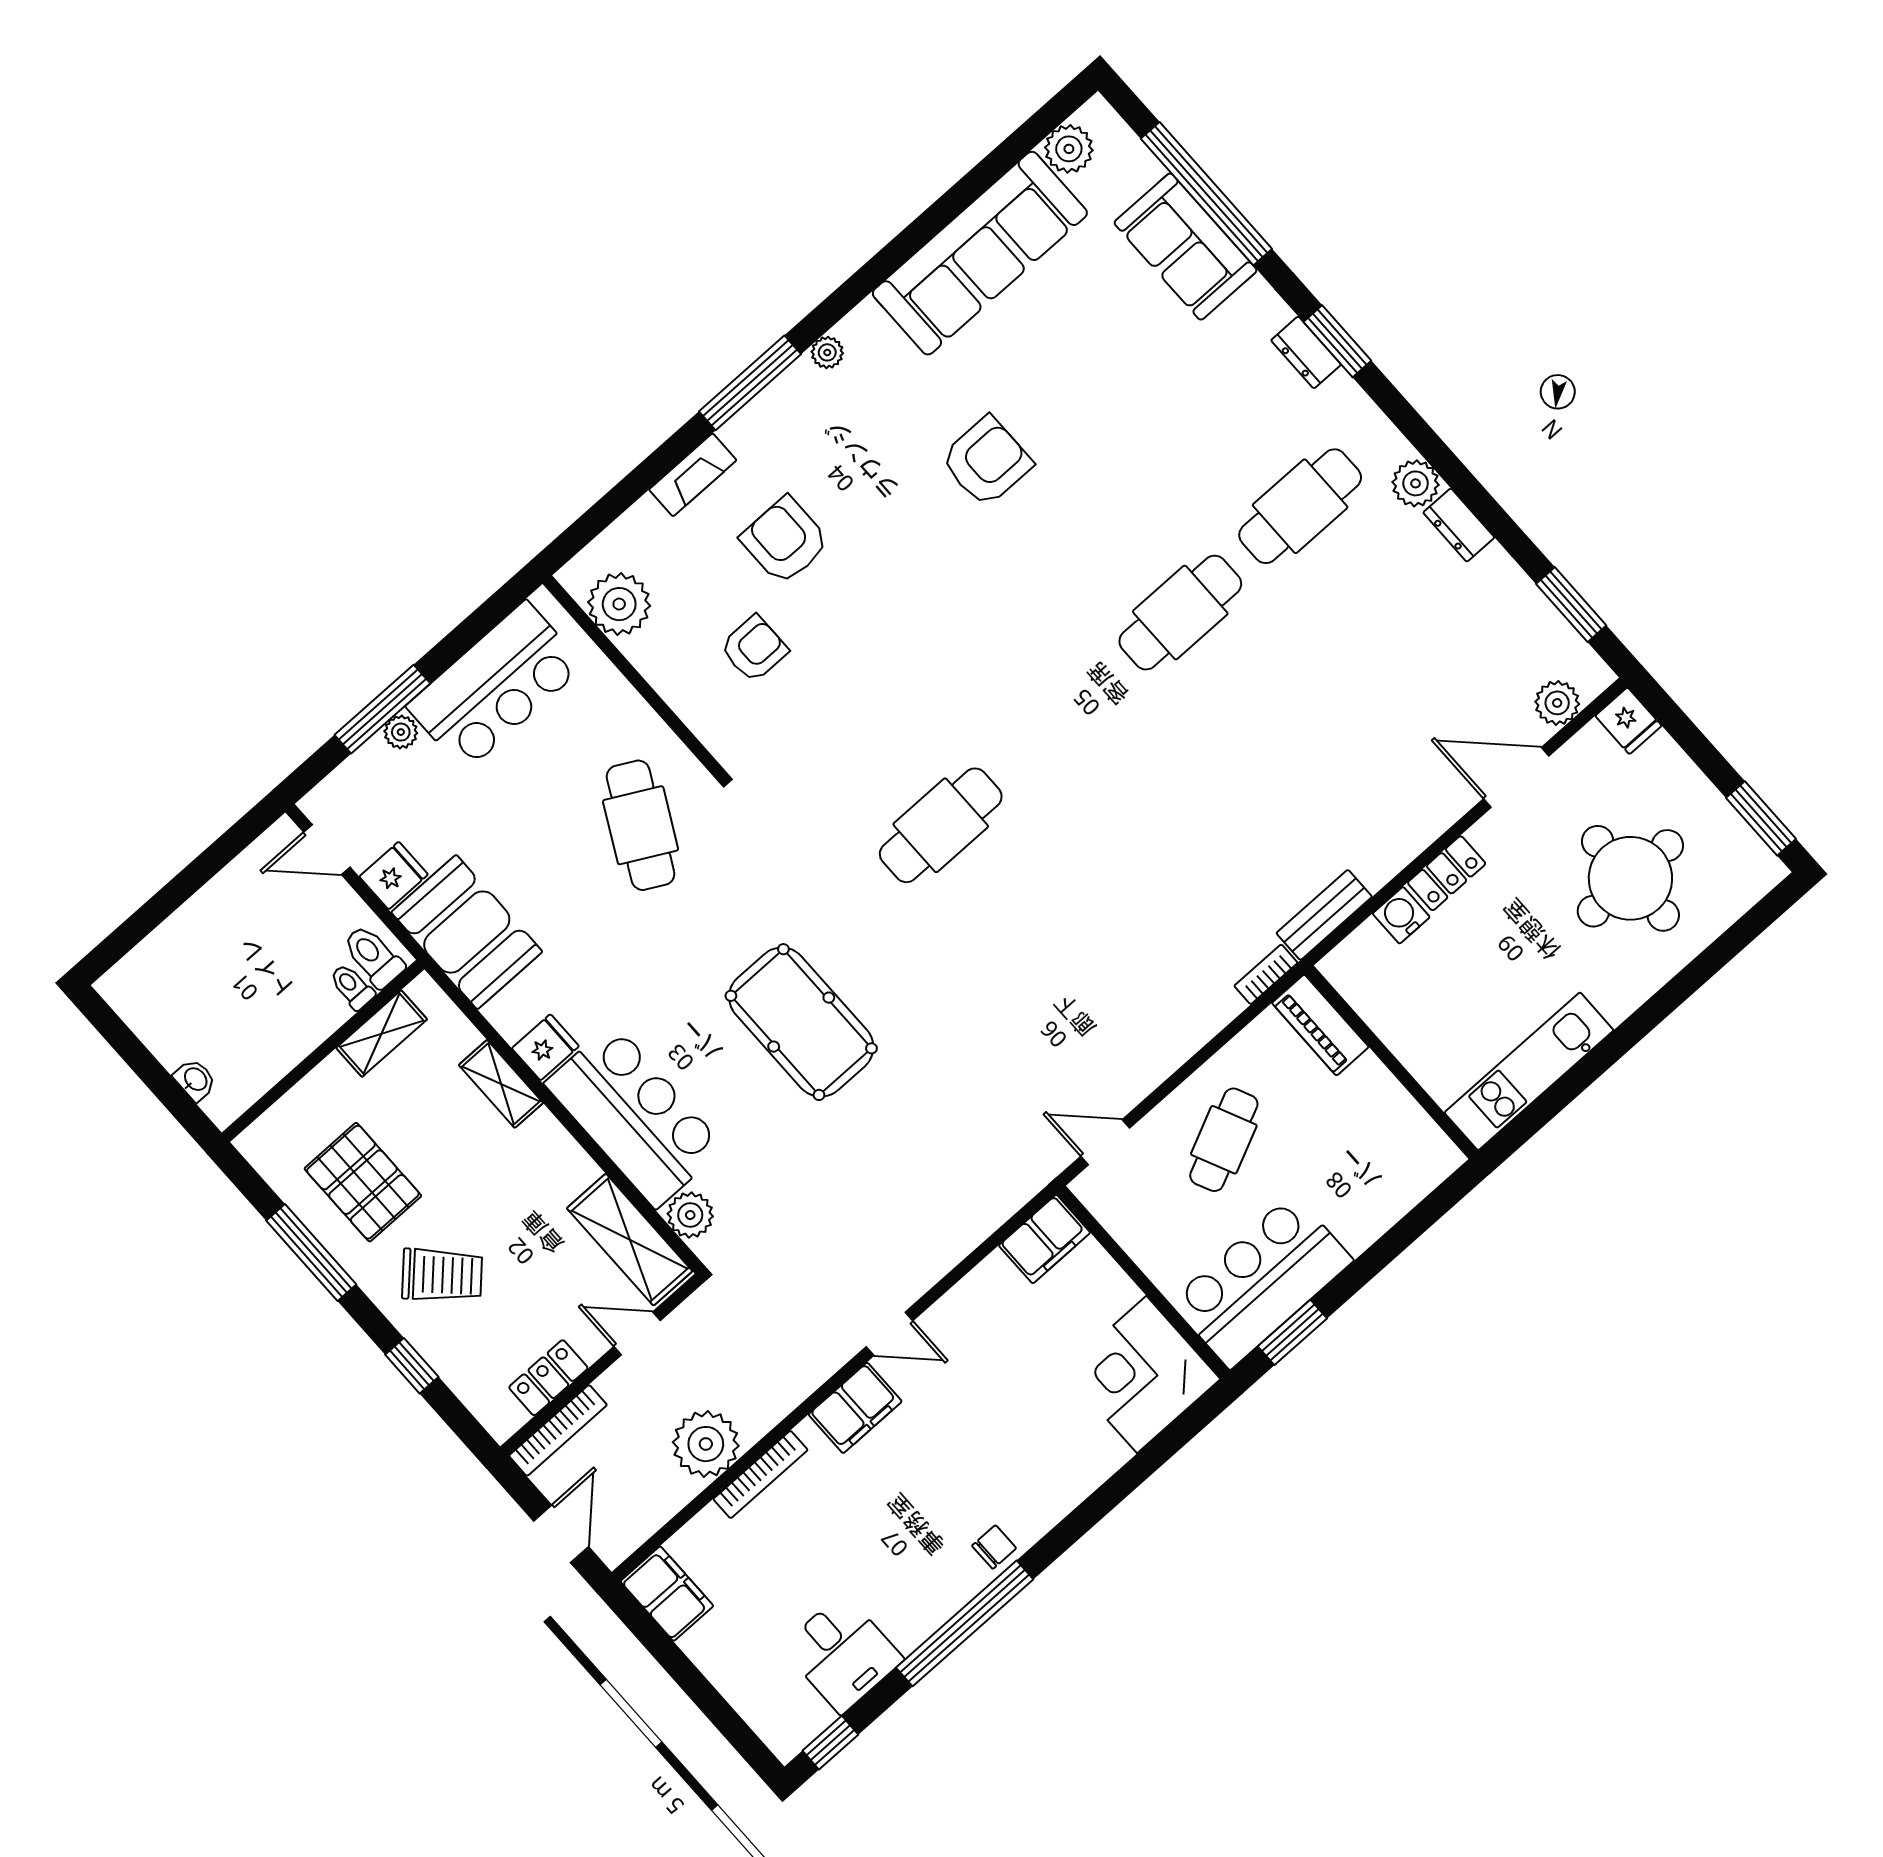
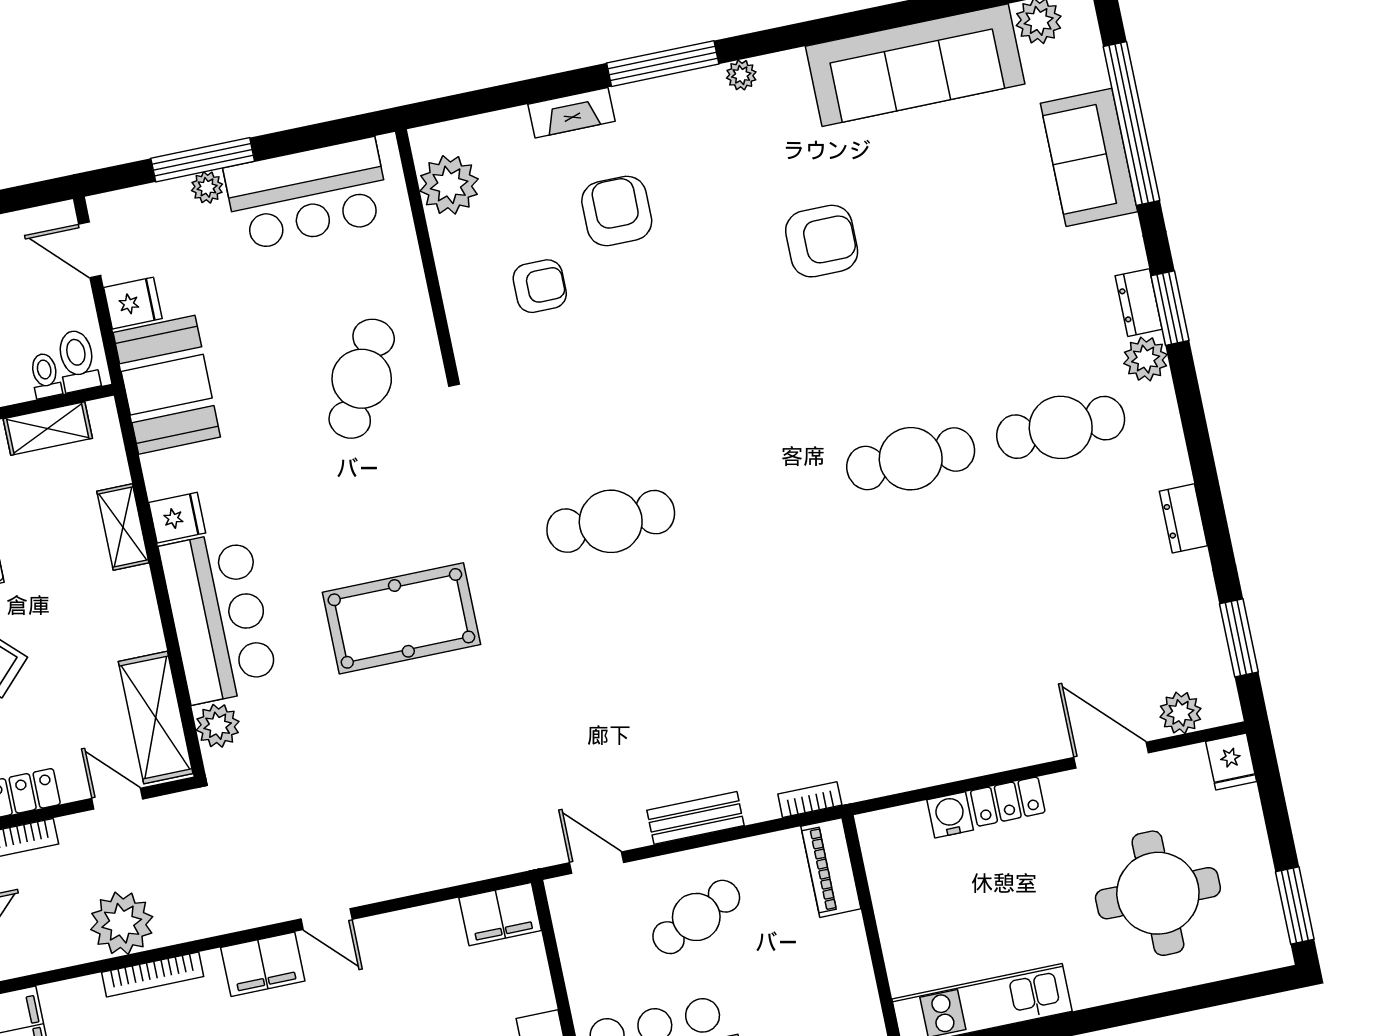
plant: (1416, 483) -> (1146, 359), moved
bench: (1324, 915) -> (695, 818), moved
pool table: (801, 1022) -> (401, 618), turned 90

